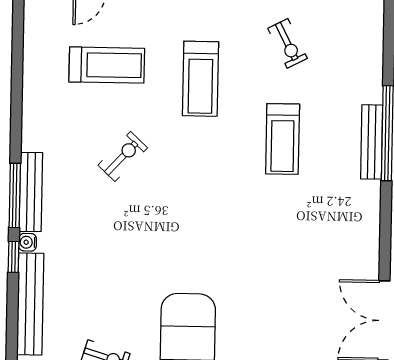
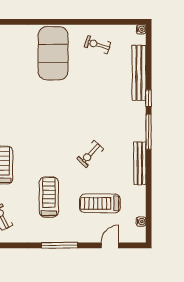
bench: (31, 192) -> (140, 163), moved
water cooler: (28, 242) -> (141, 222), moved

